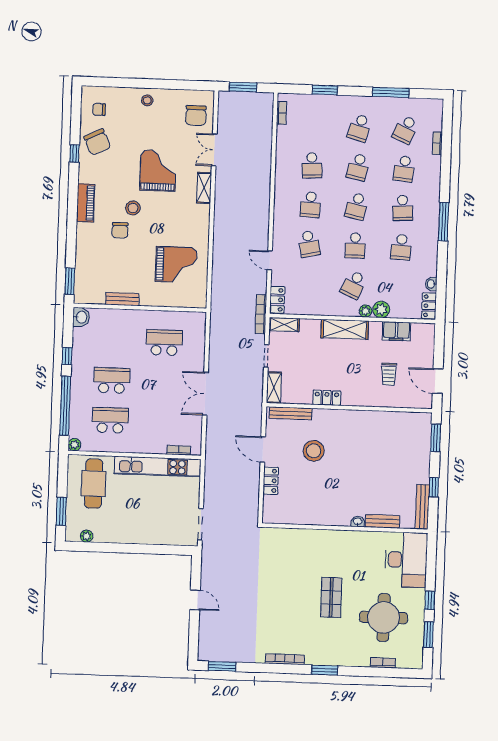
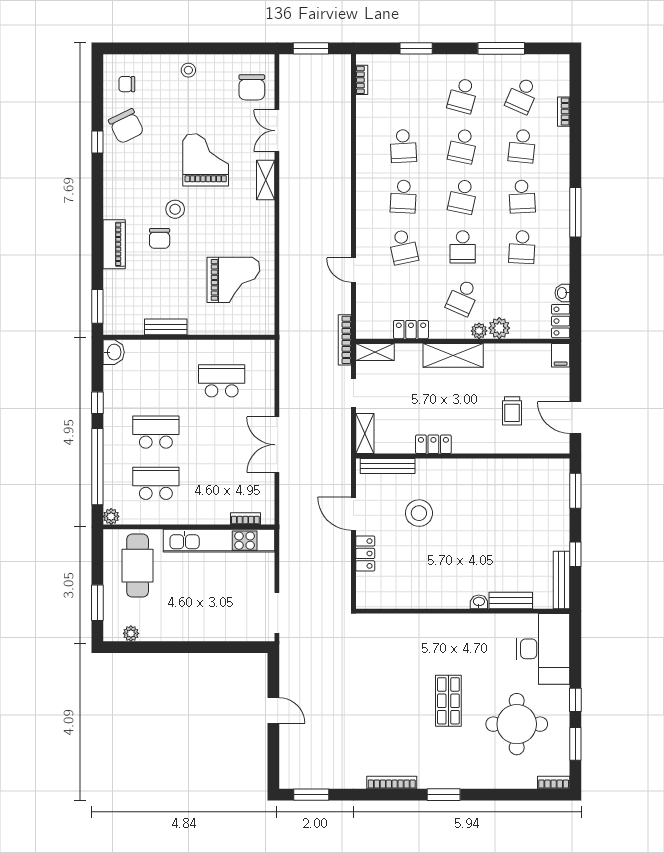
piano: (86, 203) -> (114, 244), moved
locker: (277, 300) -> (411, 330), moved, turned -90
filing cabinet: (396, 331) -> (561, 355), moved, width x0.50
bookcase: (383, 663) -> (554, 782), moved

